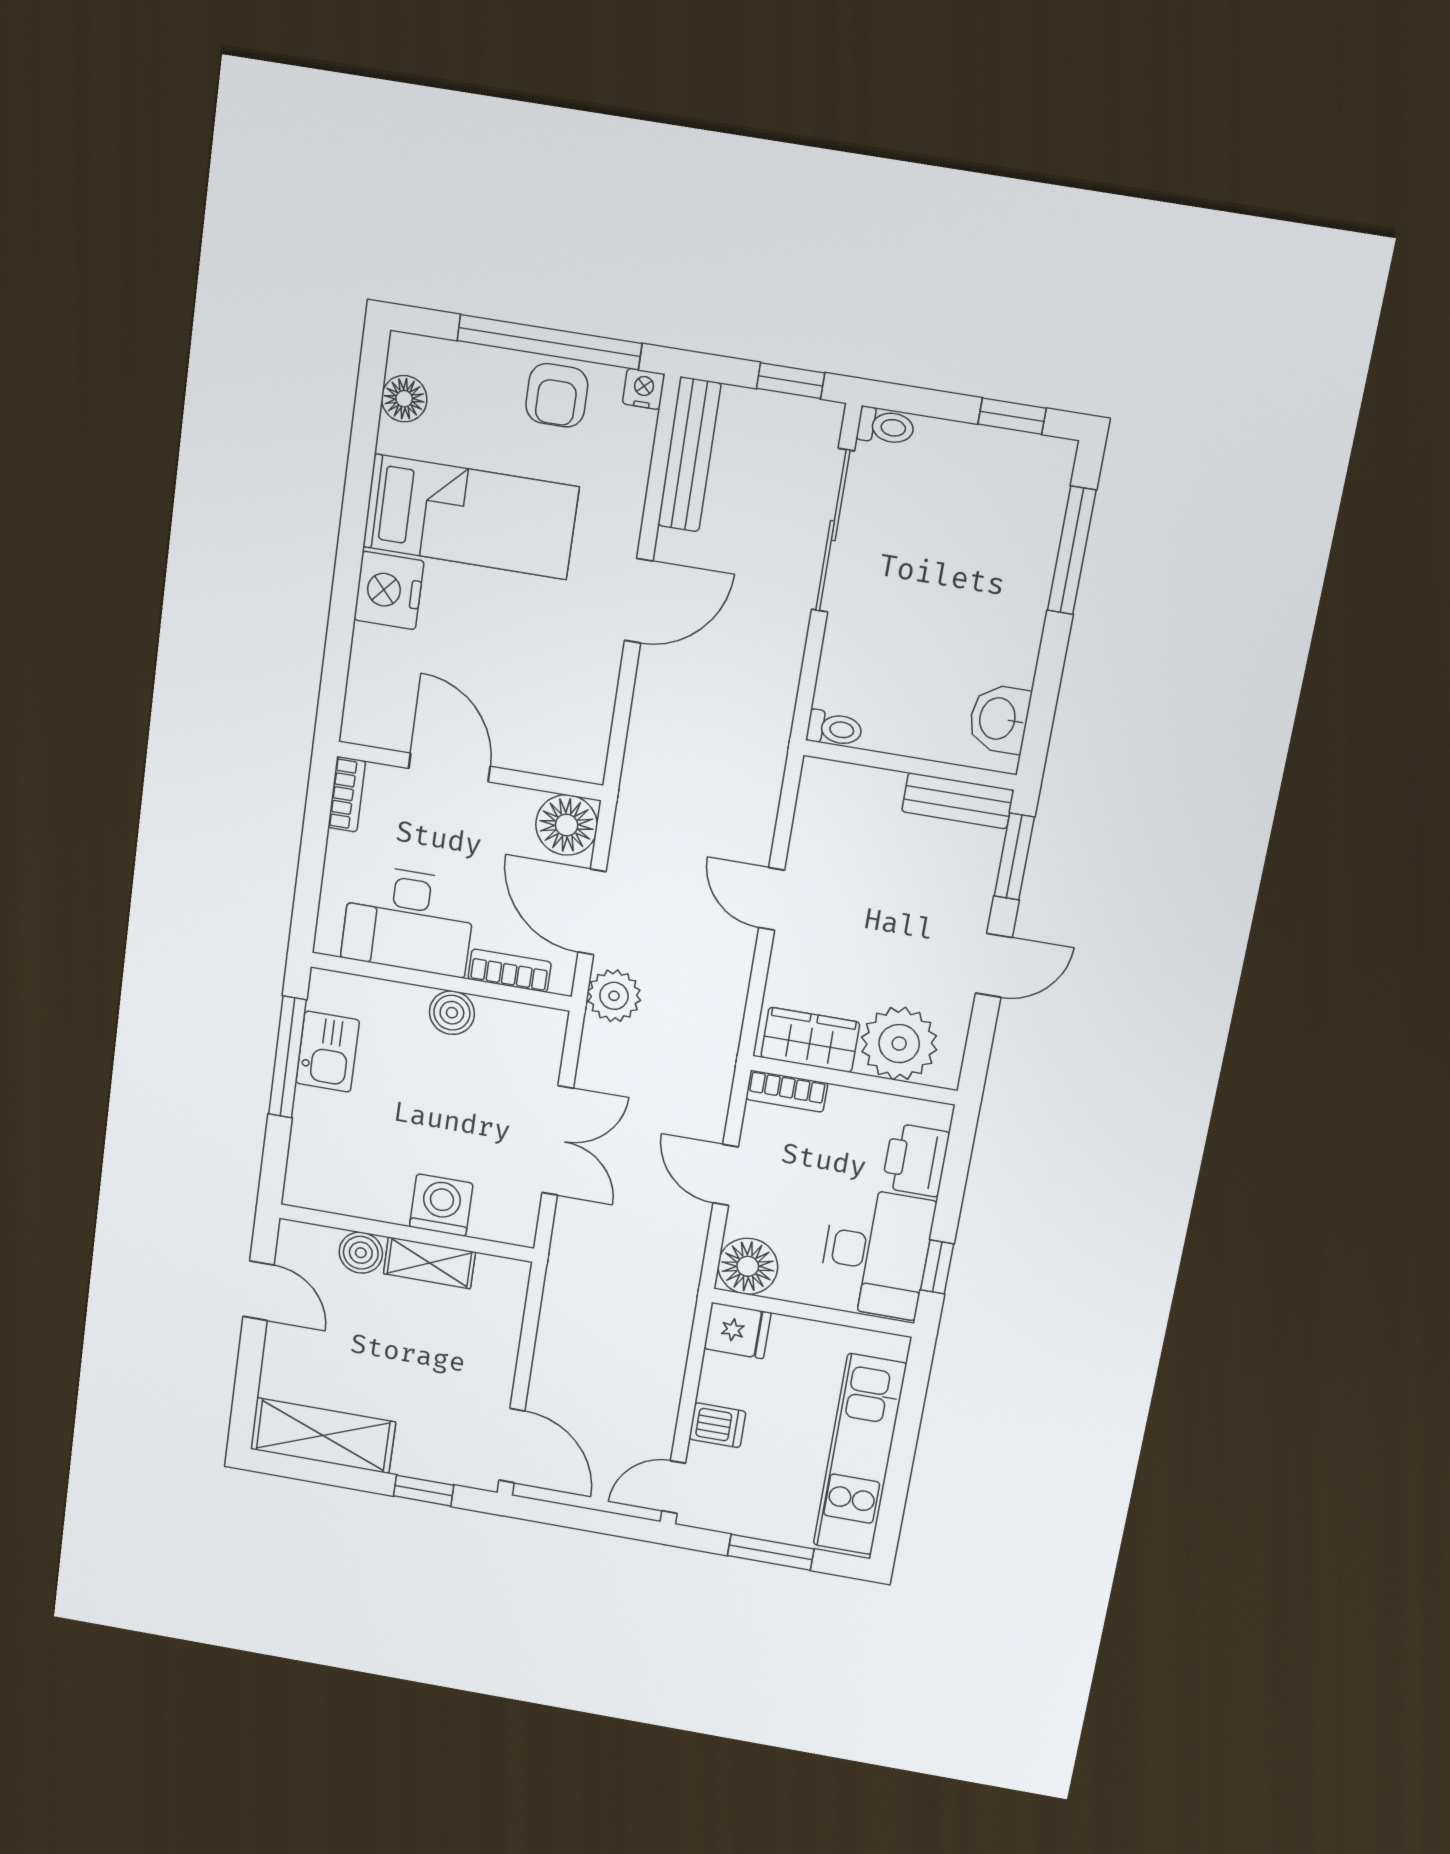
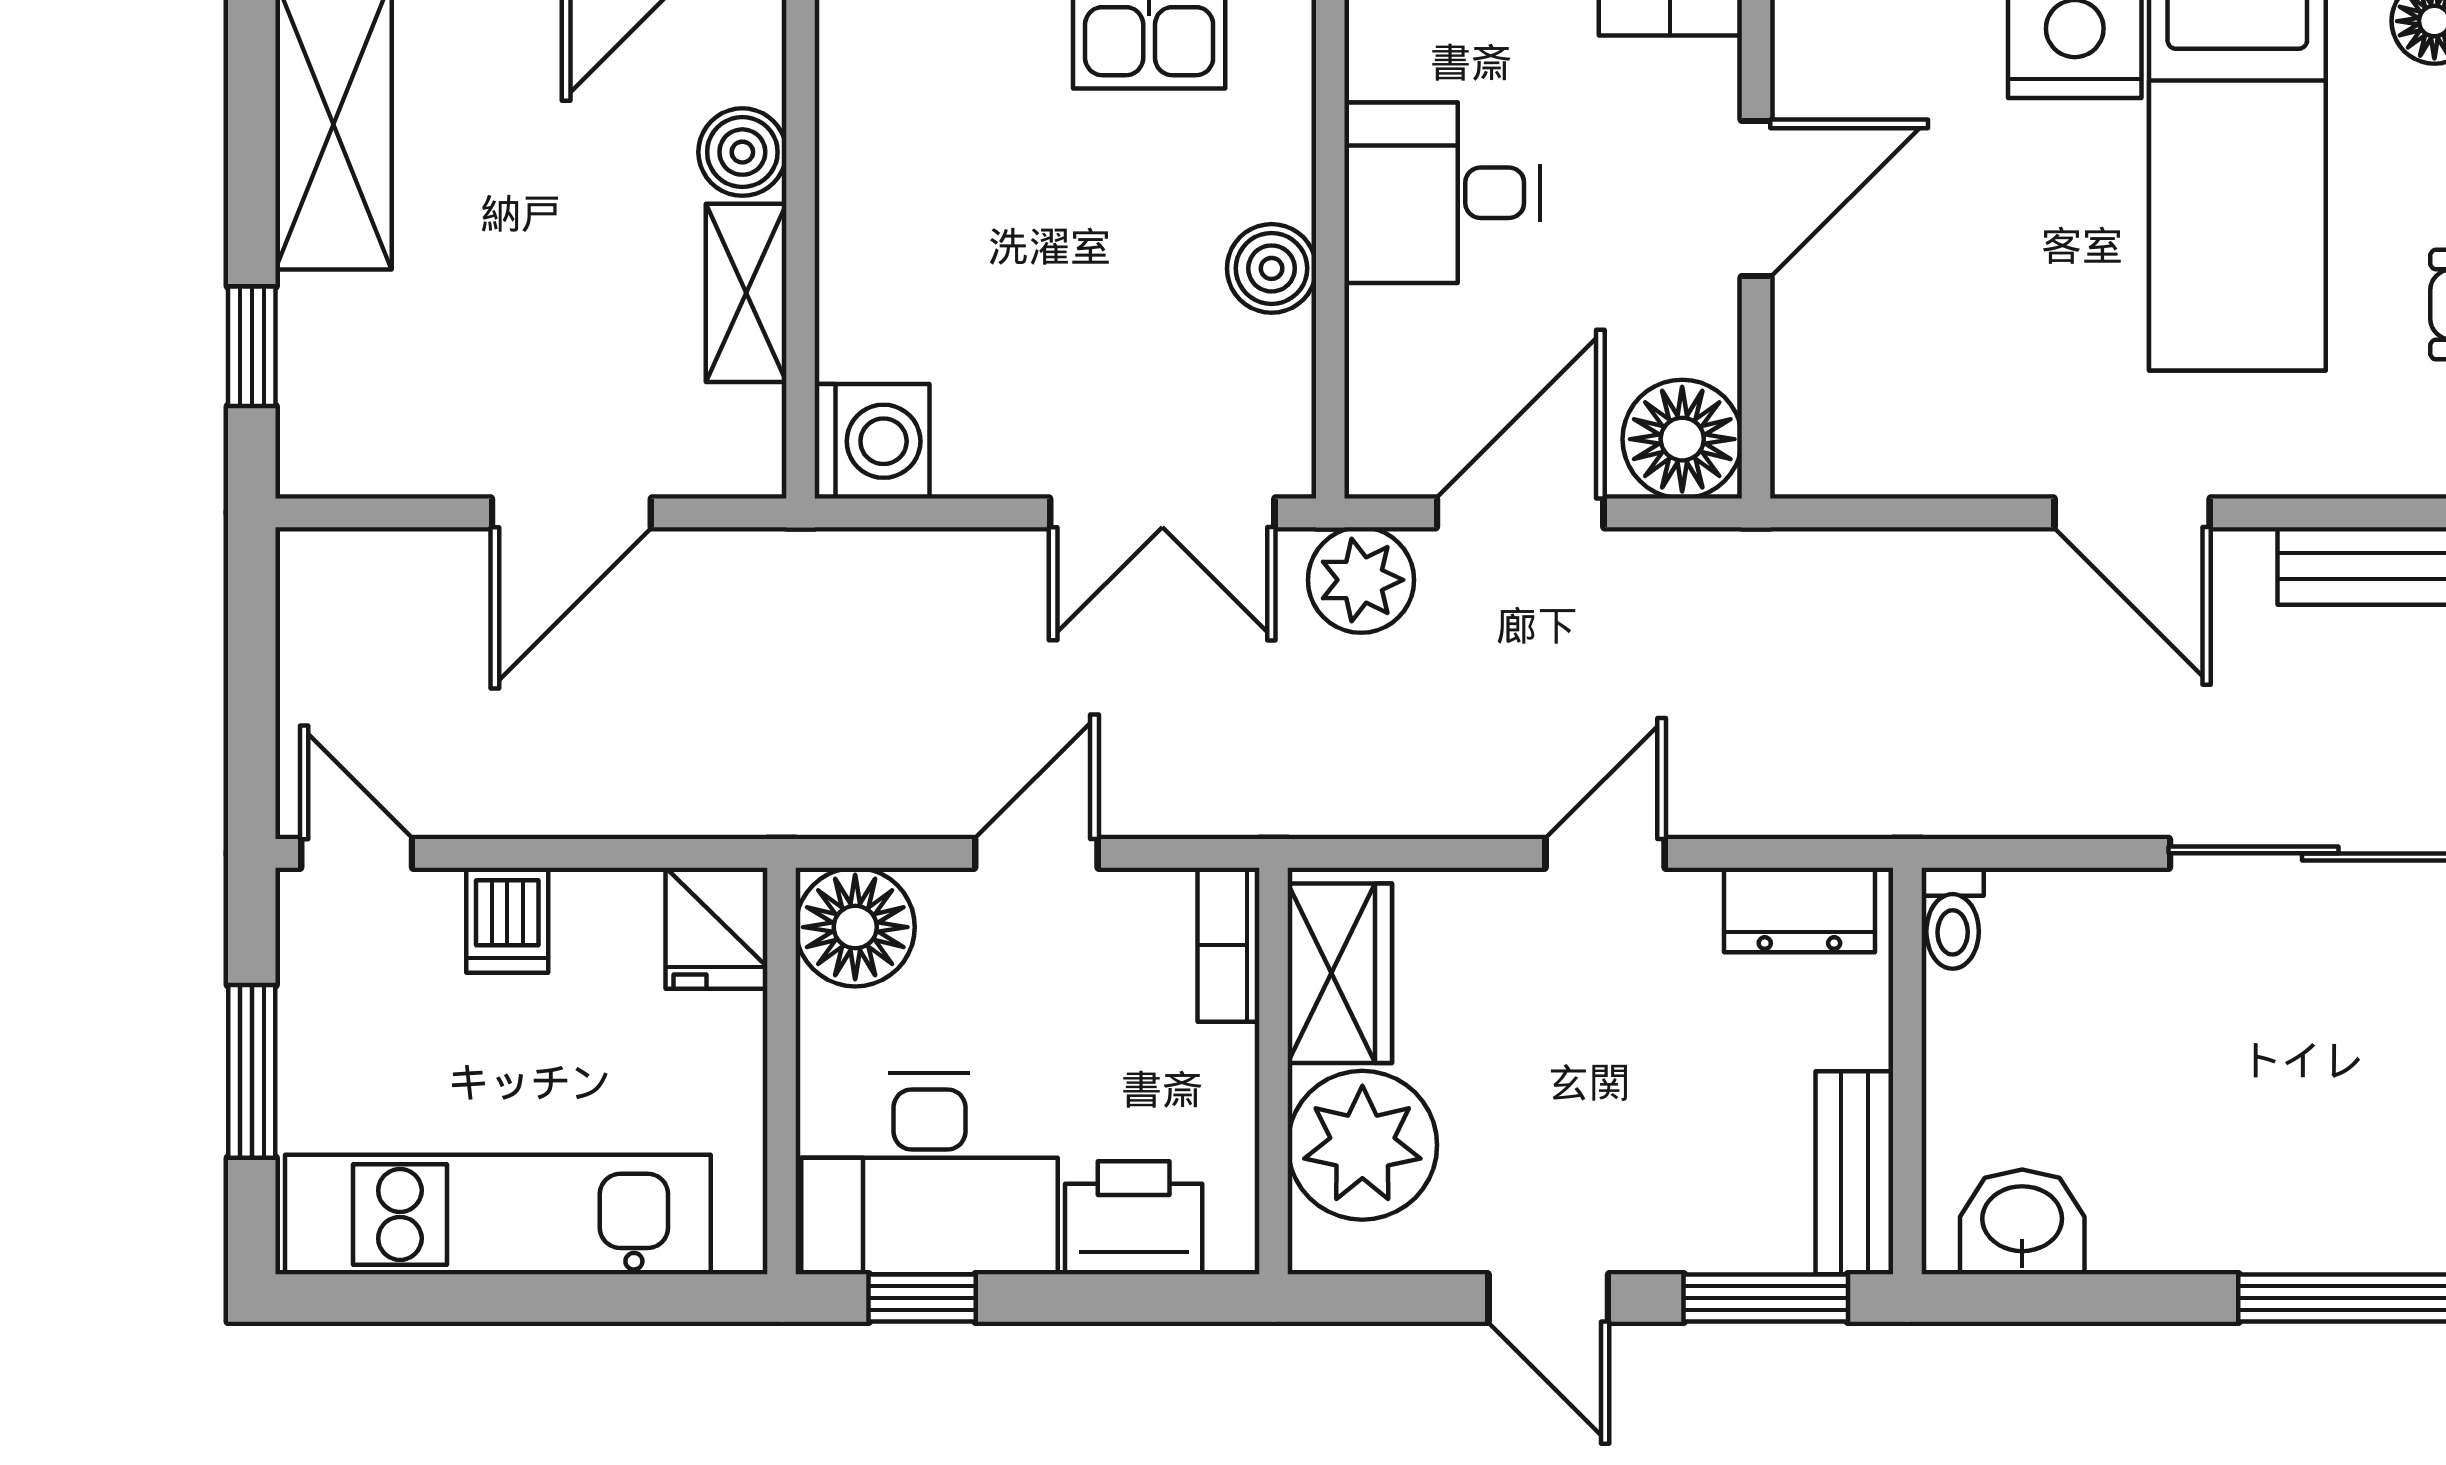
dresser: (817, 806) -> (1799, 910), added
desk: (409, 920) -> (1442, 193), width x0.73
bookcase: (510, 971) -> (1376, 370), removed
double door: (558, 1141) -> (1162, 513), moved
washing machine: (441, 1205) -> (872, 441), moved
door: (512, 1446) -> (571, 513), moved

